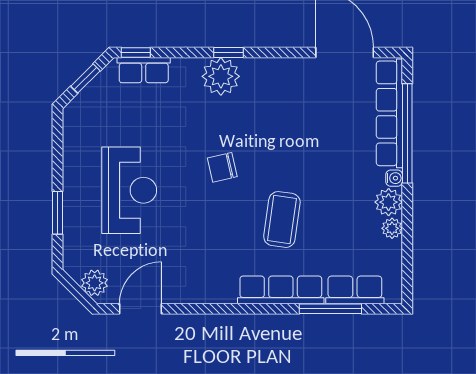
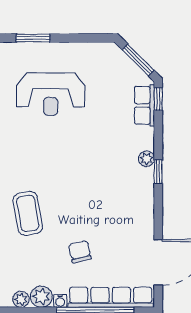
plant: (221, 76) -> (146, 159), width x0.53, depth x0.53
window: (86, 78) -> (138, 60), width x1.50
chair: (222, 167) -> (80, 252), moved
coffee table: (282, 219) -> (28, 213), turned 72

